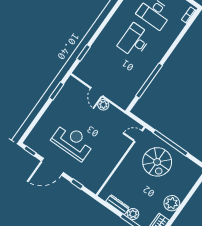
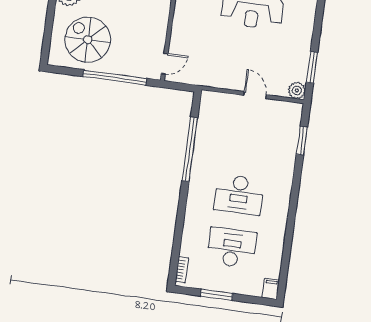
desk: (135, 41) -> (239, 195), turned 90
plant: (103, 105) -> (297, 90), moved
spiral stairs: (157, 162) -> (88, 40), moved

